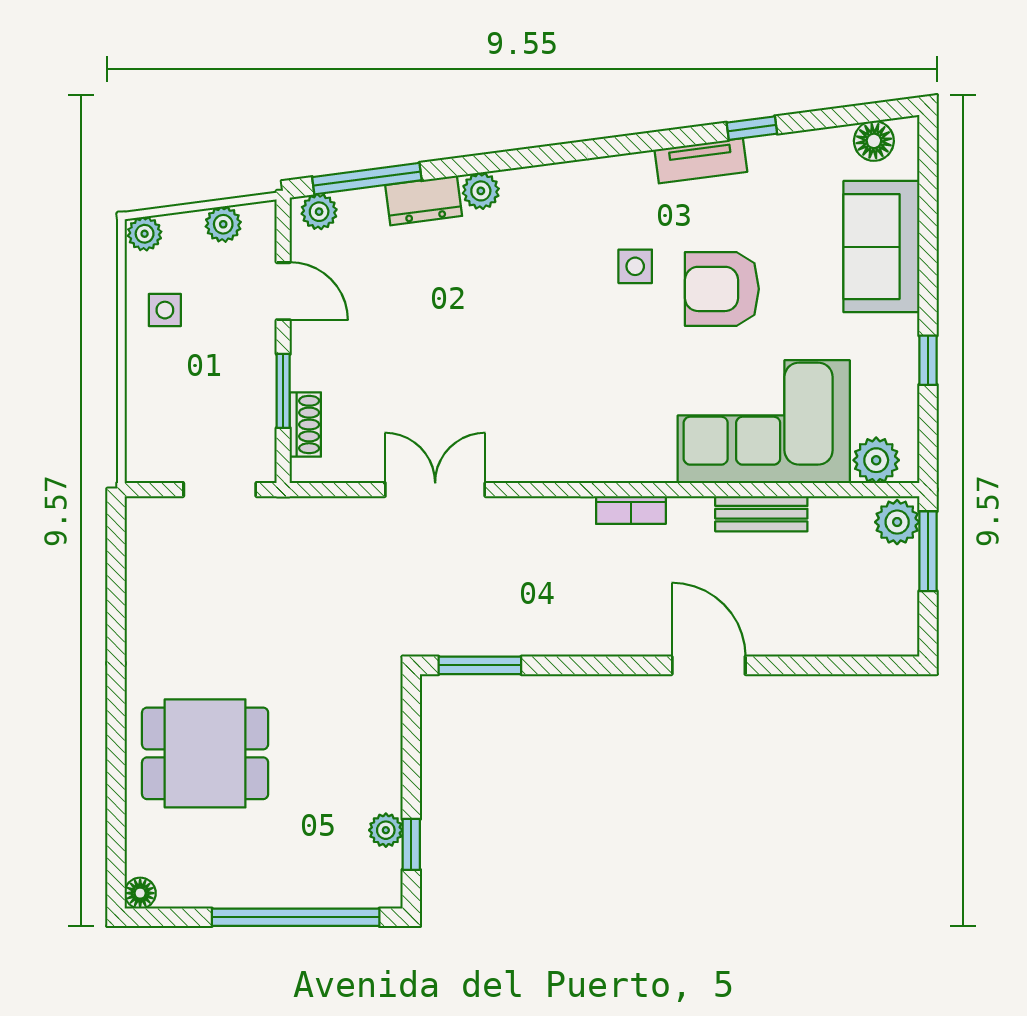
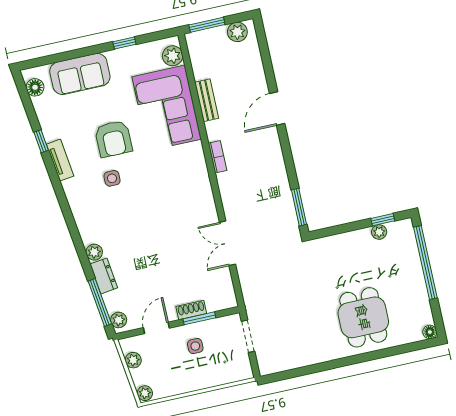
side table: (165, 310) -> (195, 346), moved
shoe rack: (305, 424) -> (191, 310), moved
plant: (897, 522) -> (237, 32), moved

